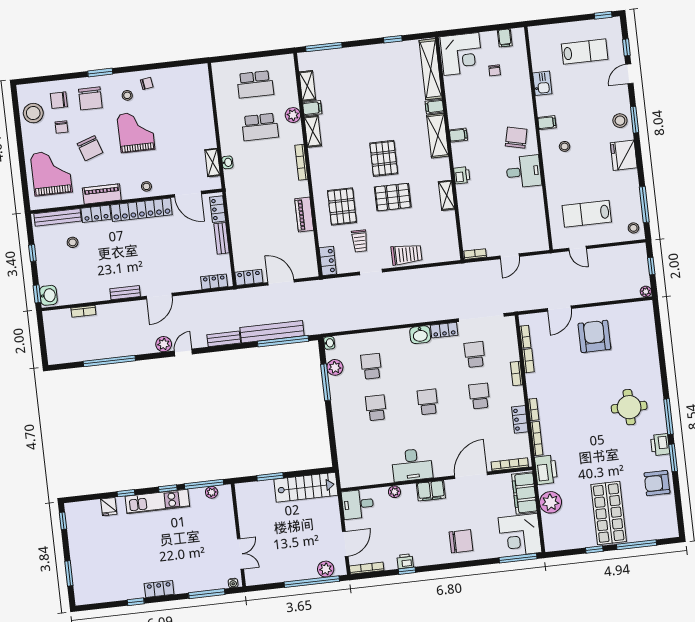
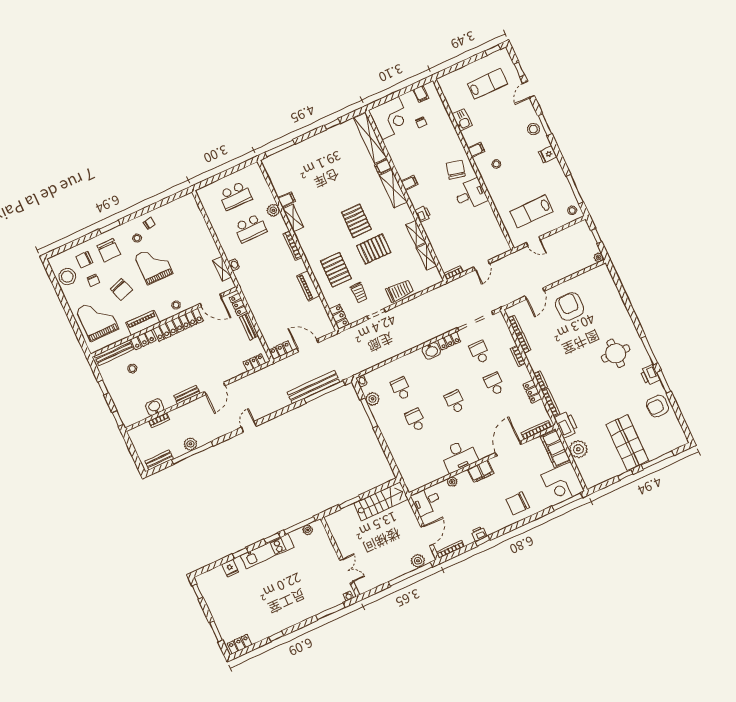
shelving: (307, 86) -> (426, 257), moved
fridge: (624, 155) -> (548, 154), width x0.53, depth x0.75
washbasin: (48, 295) -> (155, 407), moved, turned -90
bench: (224, 339) -> (159, 460), moved
plant: (164, 344) -> (190, 444), moved
chair: (461, 541) -> (518, 503), turned 180
locker: (159, 589) -> (239, 644), moved

